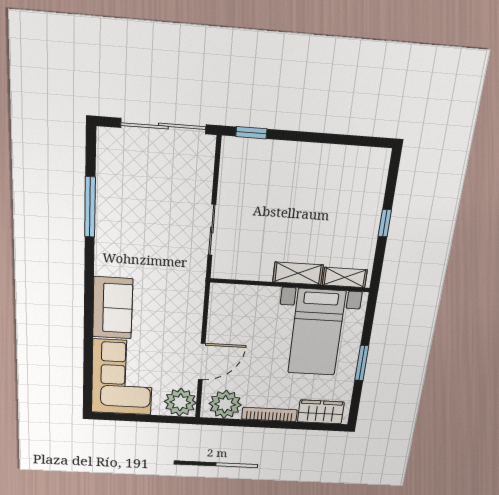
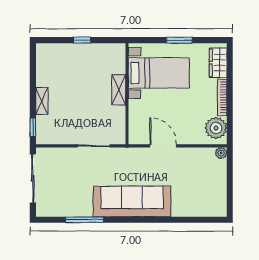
shelving: (345, 277) -> (42, 101), moved
sofa: (113, 308) -> (132, 201), width x1.85, depth x1.27
door: (202, 361) -> (163, 146), moved
corner sofa: (122, 377) -> (199, 197), removed
plant: (180, 402) -> (221, 153), width x0.53, depth x0.53

